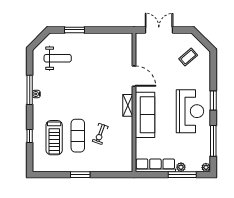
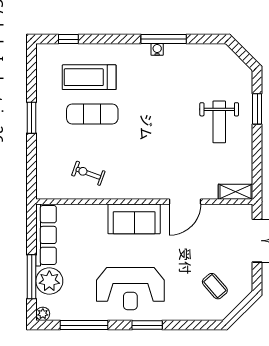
weight bench: (58, 58) -> (219, 122), moved
shelving: (128, 105) -> (235, 192), moved
sofa: (145, 115) -> (134, 219), width x0.73
exercise bike: (100, 134) -> (88, 173), moved
window: (30, 136) -> (68, 39), moved
plant: (181, 167) -> (49, 281), width x1.88, depth x1.88

